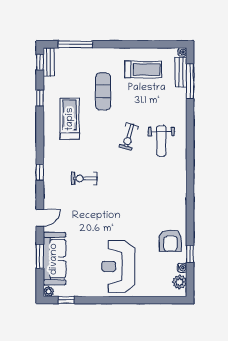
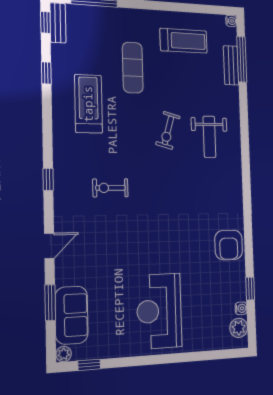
bench: (181, 72) -> (231, 65), moved
armchair: (170, 241) -> (229, 245), moved
sofa: (54, 259) -> (71, 315), width x0.73

